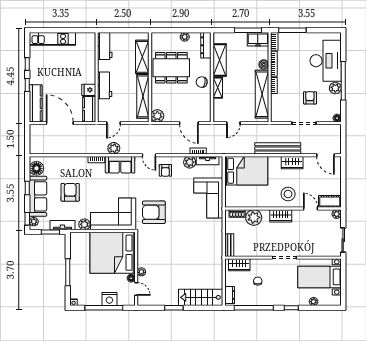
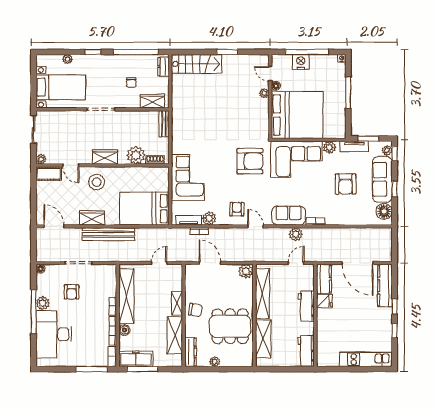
freezer: (258, 39) -> (136, 359), width x1.40

